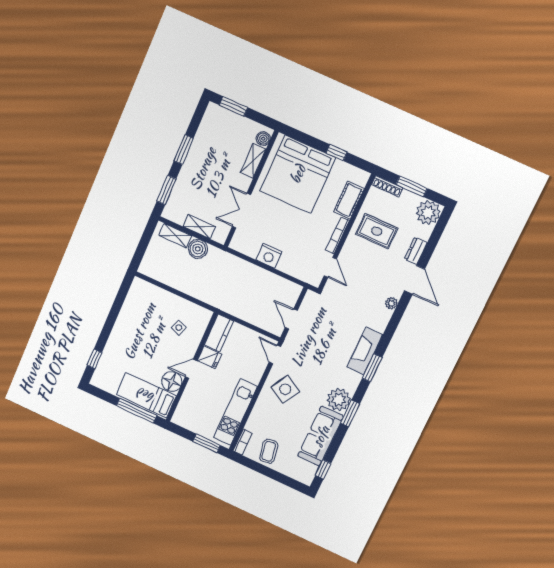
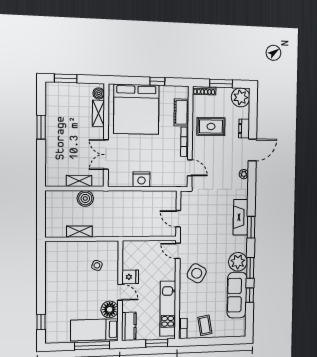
window: (166, 190) -> (41, 164), removed
shelving: (175, 236) -> (79, 232), moved
door: (414, 280) -> (252, 150), hinge flipped
kitchen counter: (219, 333) -> (129, 326), moved
door: (191, 369) -> (120, 292), swing flipped
window: (323, 469) -> (250, 295), moved

